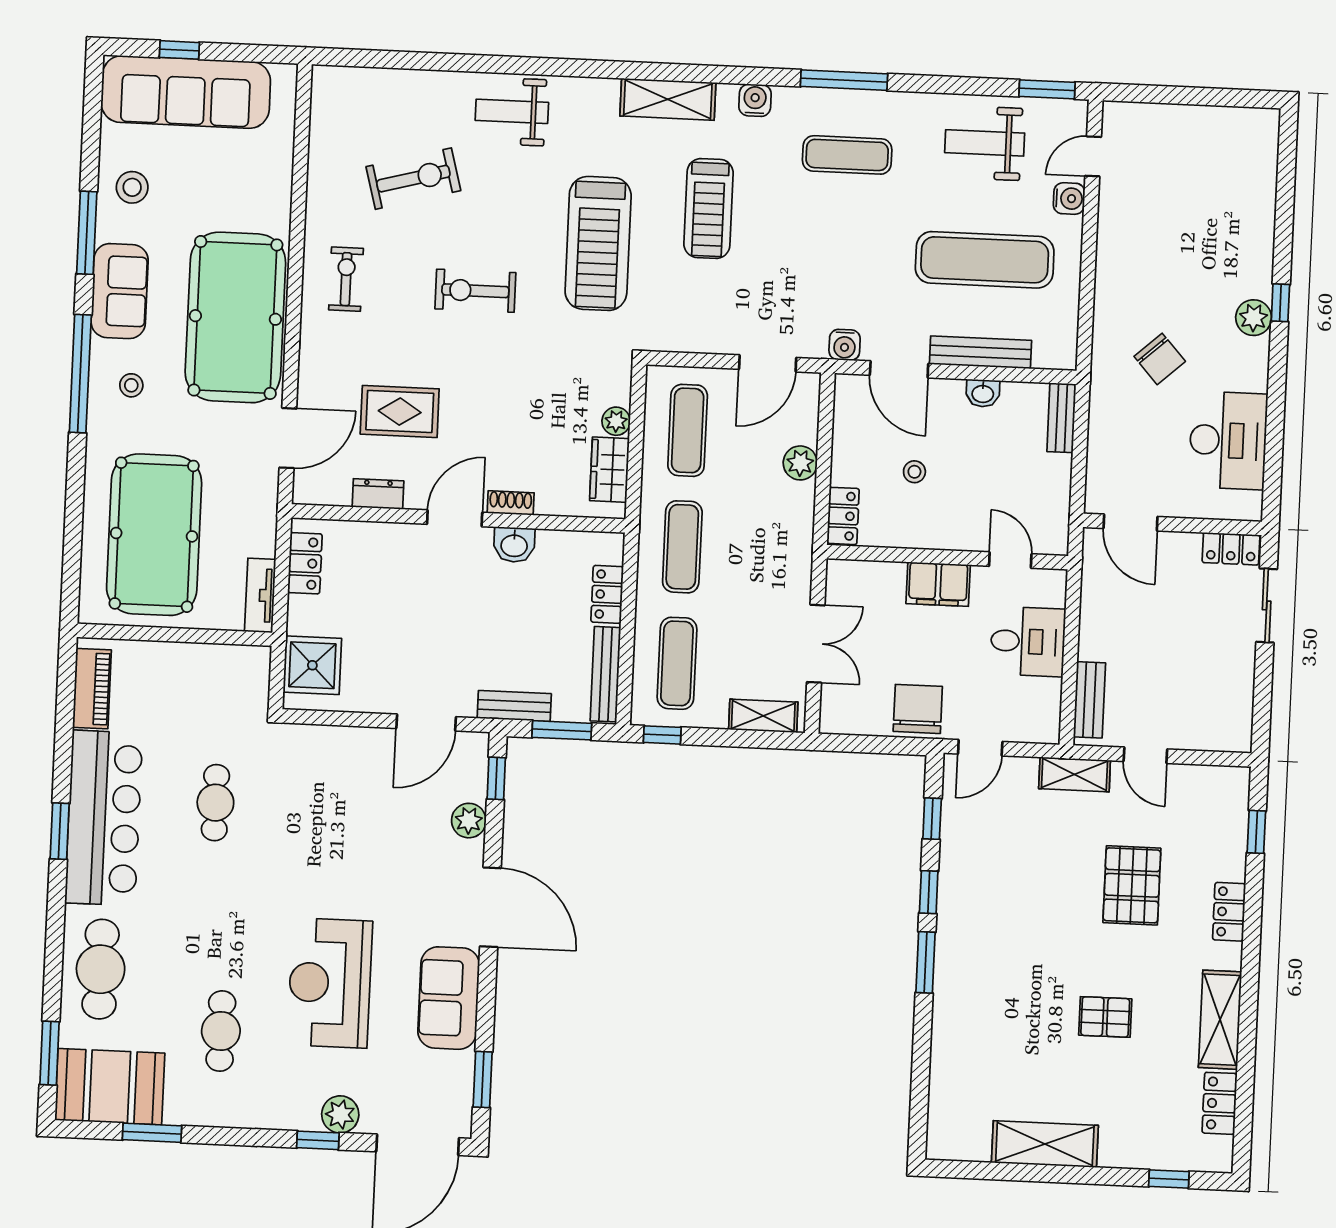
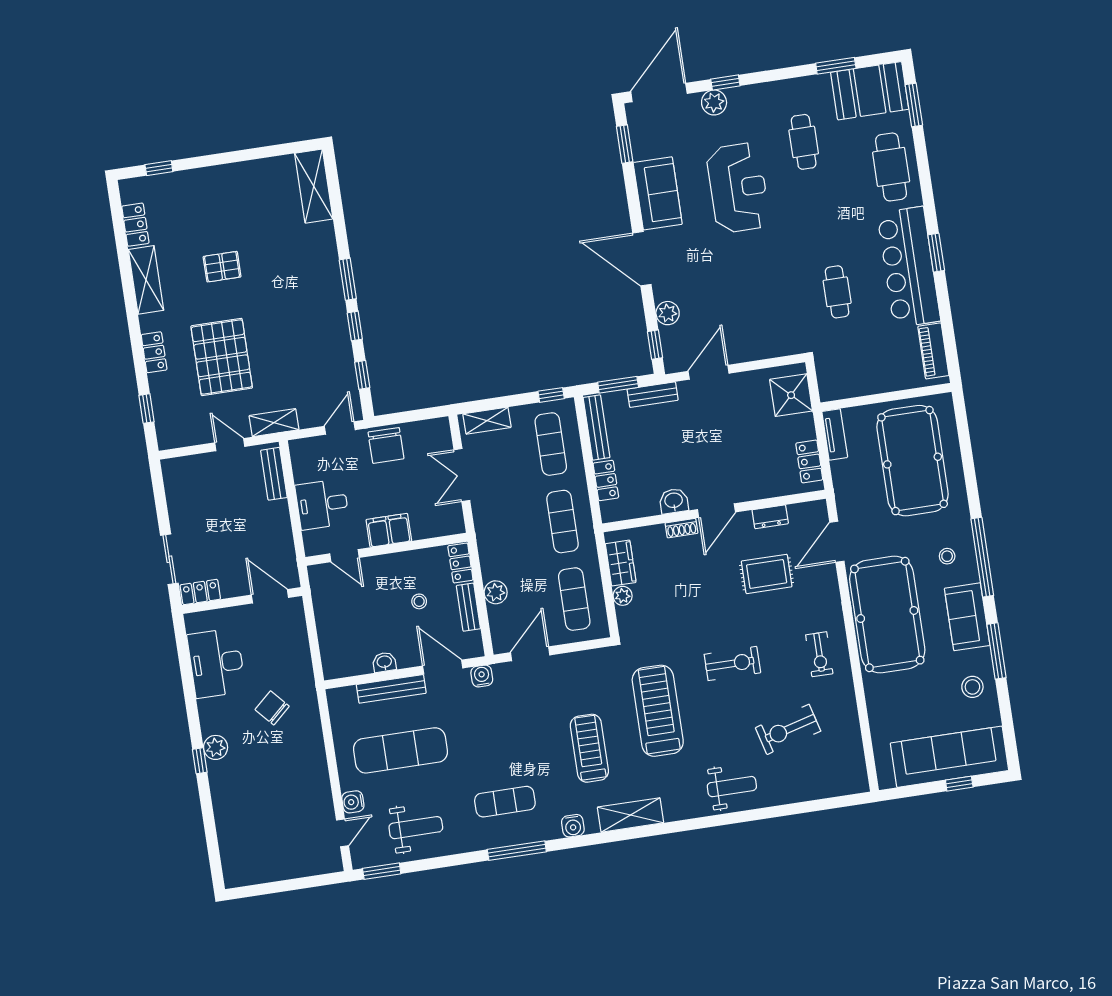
bench: (1061, 418) -> (468, 607), moved
pallet: (1132, 885) -> (222, 357), width x1.37, depth x1.41
shelving: (1045, 1144) -> (314, 186), moved, turned 90

